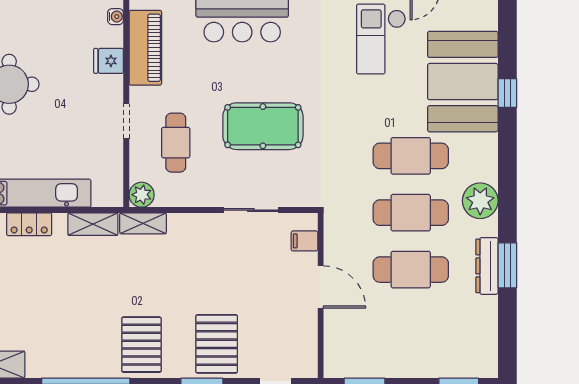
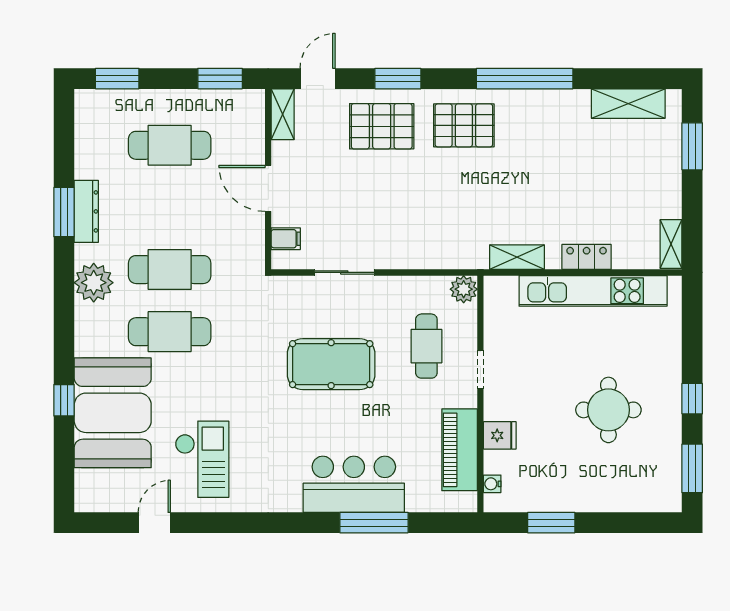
shelving: (143, 223) -> (283, 114), moved, turned 90
cafe table: (411, 270) -> (170, 145), moved
pallet: (217, 344) -> (382, 126), turned 90
pallet: (141, 345) -> (464, 125), turned 90

